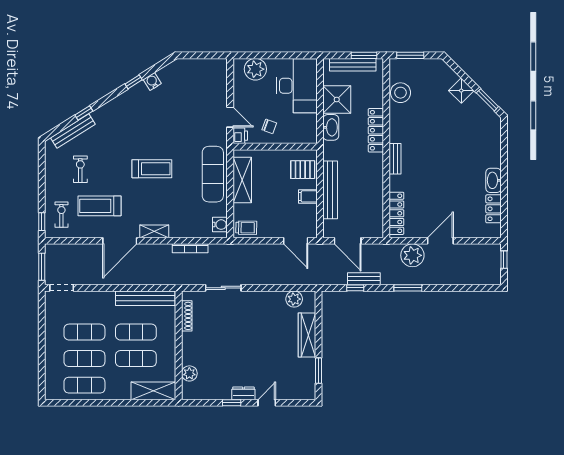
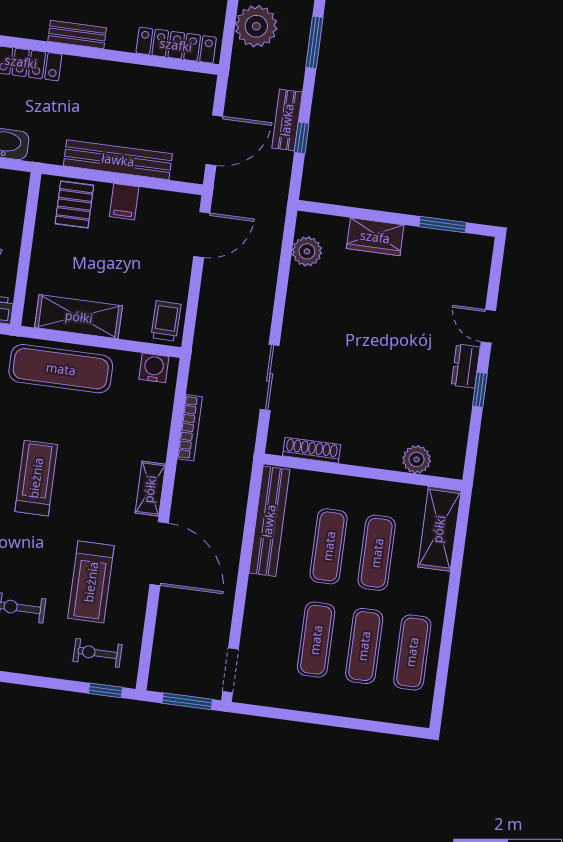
wardrobe: (307, 335) -> (375, 237), width x0.67

